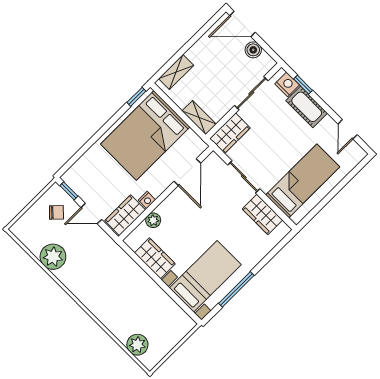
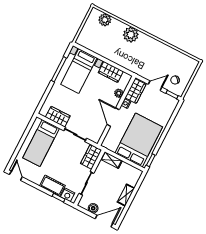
shelving: (176, 72) -> (126, 195), moved
door: (348, 129) -> (16, 176), moved
door: (187, 172) -> (113, 117), moved
plant: (53, 257) -> (131, 35), moved

